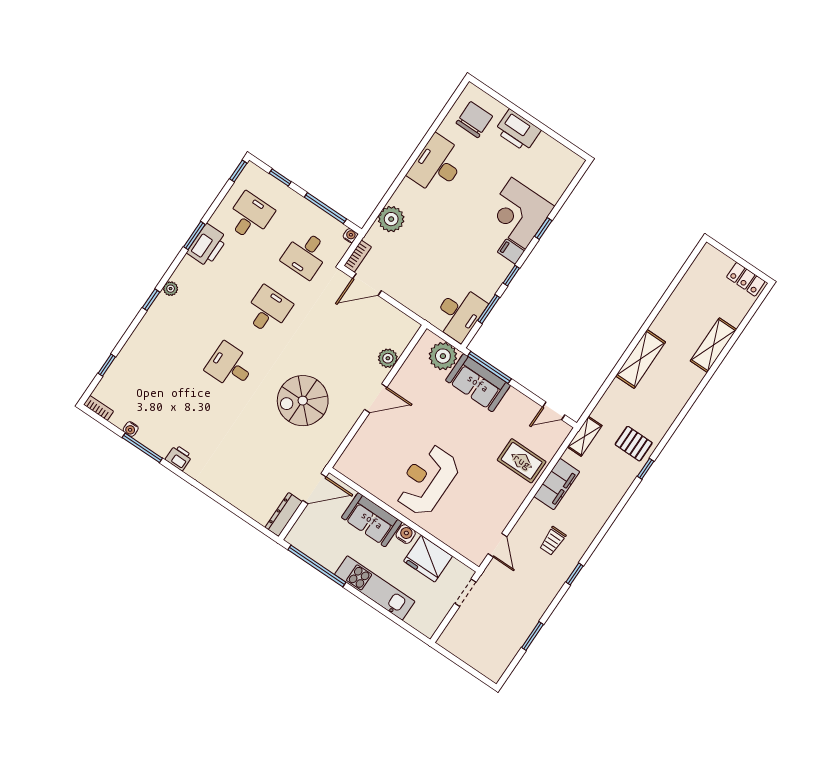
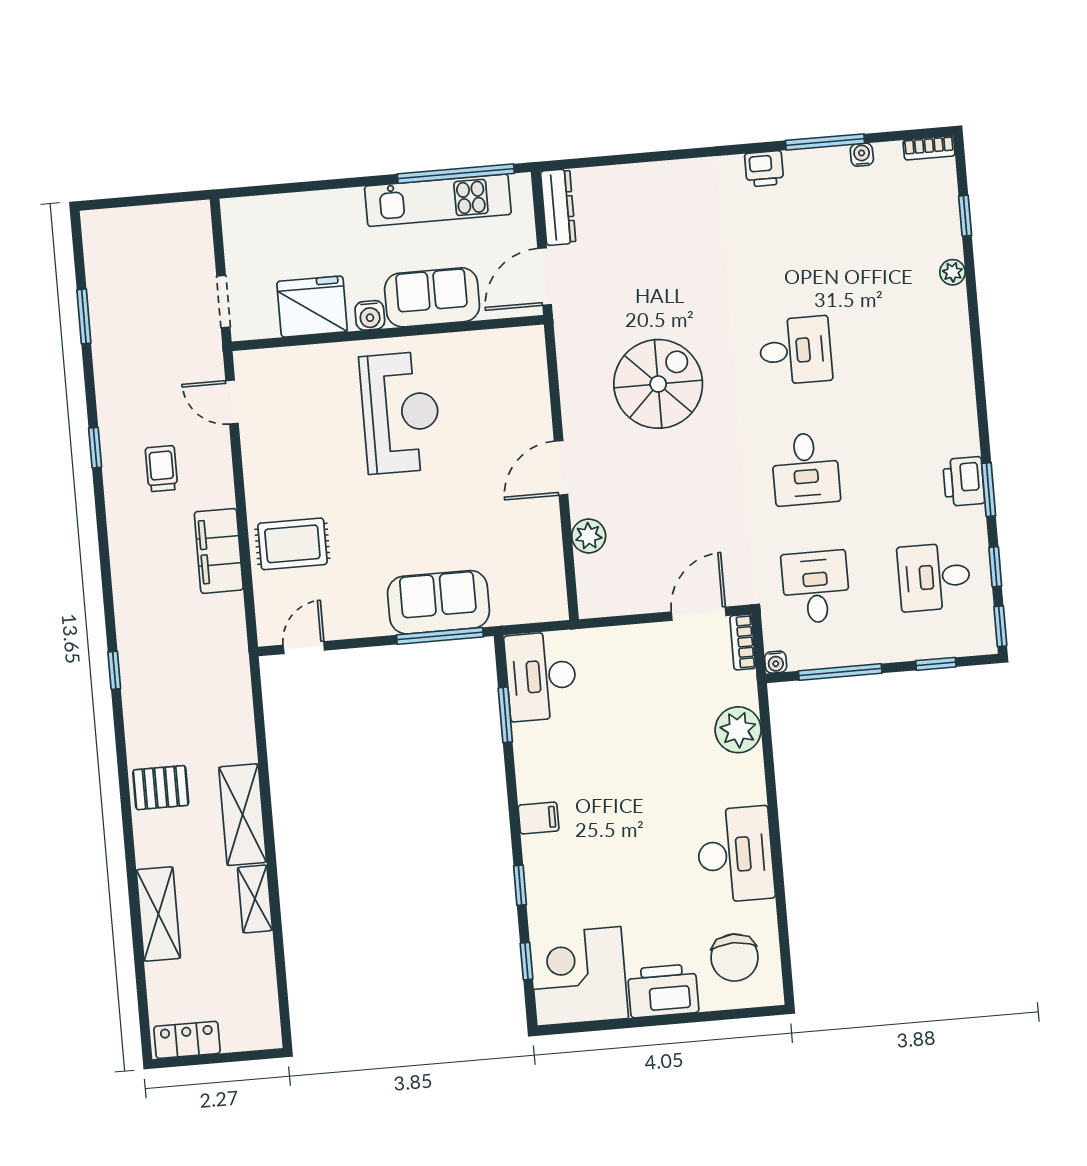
corner desk: (519, 213) -> (579, 976), moved, turned -90
desk: (250, 216) -> (934, 577), turned 90
printer: (207, 245) -> (964, 481), width x0.73, depth x0.84
window: (511, 276) -> (526, 961), moved
plant: (171, 289) -> (952, 272), moved
window: (151, 300) -> (995, 567), moved
plant: (443, 356) -> (516, 600), removed
shelving: (585, 436) -> (255, 899), moved
pallet: (634, 444) -> (161, 788), moved
kitchen unit: (375, 588) -> (438, 200), moved

